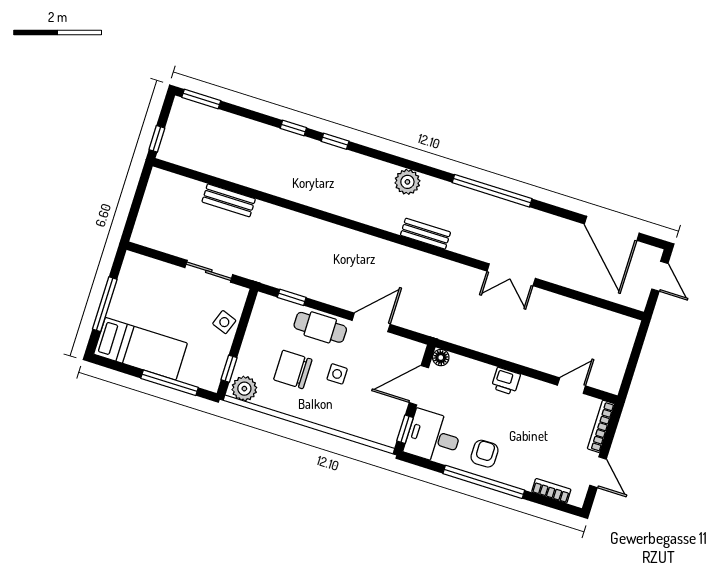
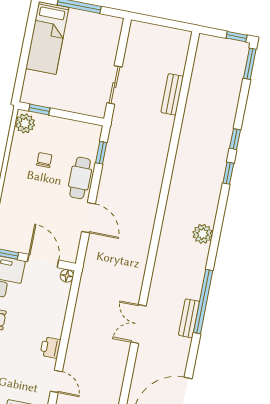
window: (157, 139) -> (237, 37), moved
bench: (425, 234) -> (189, 318), moved
side table: (224, 322) -> (76, 102), removed
chair: (293, 369) -> (44, 160), width x0.54, depth x0.54
side table: (337, 374) -> (45, 195), removed
printer: (506, 381) -> (50, 348), moved
window: (170, 383) -> (23, 64), removed

